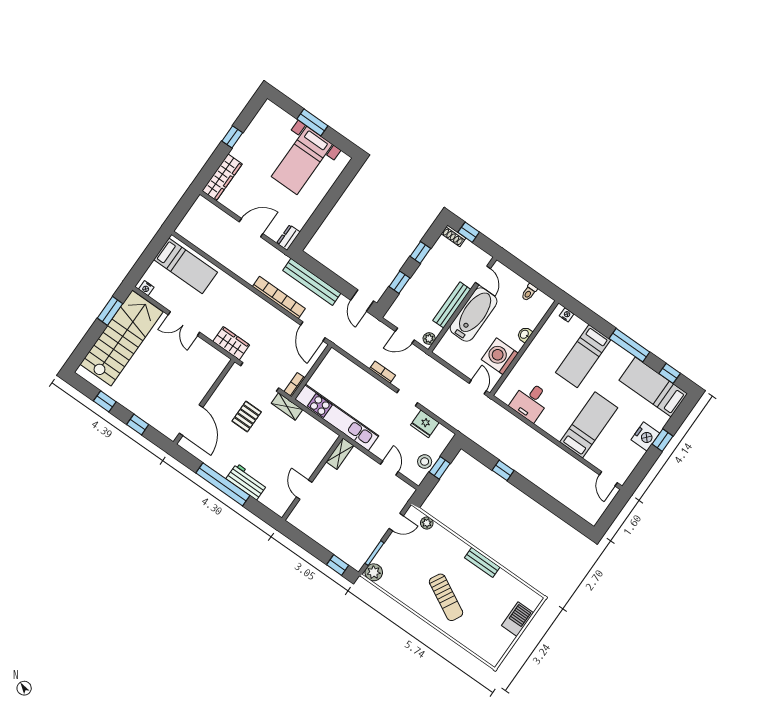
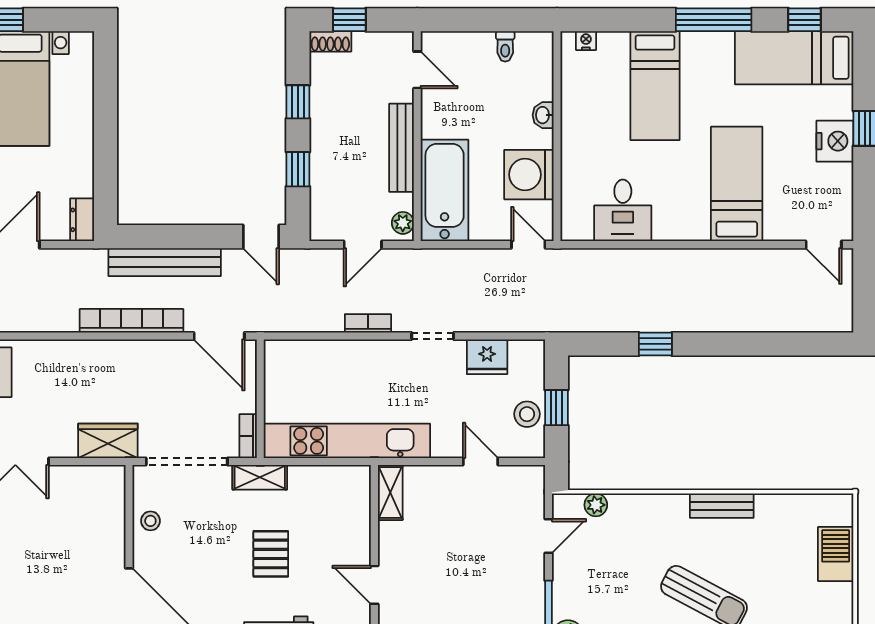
bathtub: (474, 315) -> (445, 190), moved
stool: (225, 392) -> (150, 521), added
pallet: (247, 416) -> (271, 554), moved

